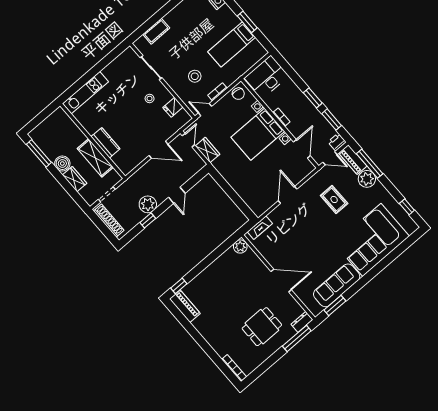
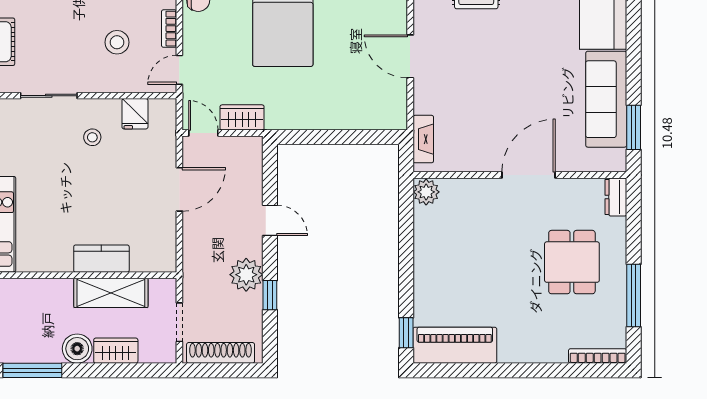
piano: (185, 306) -> (455, 345), width x1.37, depth x1.33
window: (297, 338) -> (634, 295), moved

